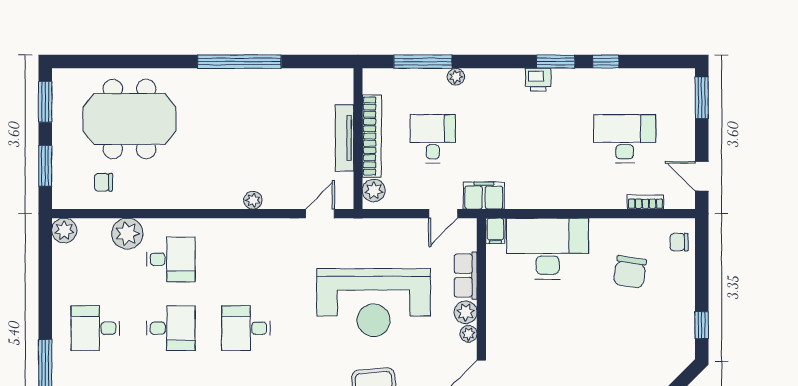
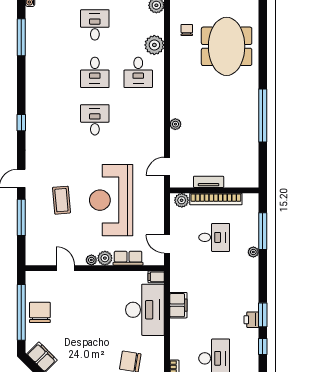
printer: (538, 80) -> (251, 320), moved
tv unit: (345, 138) -> (209, 182), width x0.71
filing cabinet: (484, 196) -> (178, 305), moved
door: (320, 214) -> (167, 166), swing flipped

